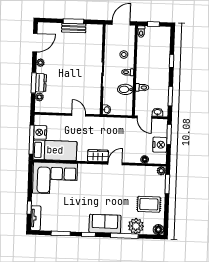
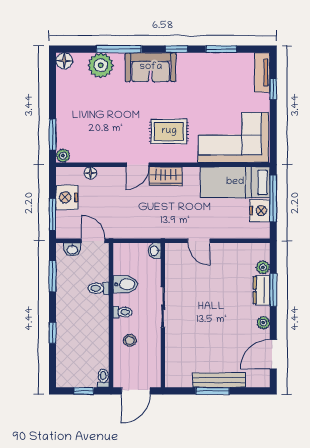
bench: (74, 28) -> (219, 380), width x1.36
rug: (149, 204) -> (169, 131), moved

